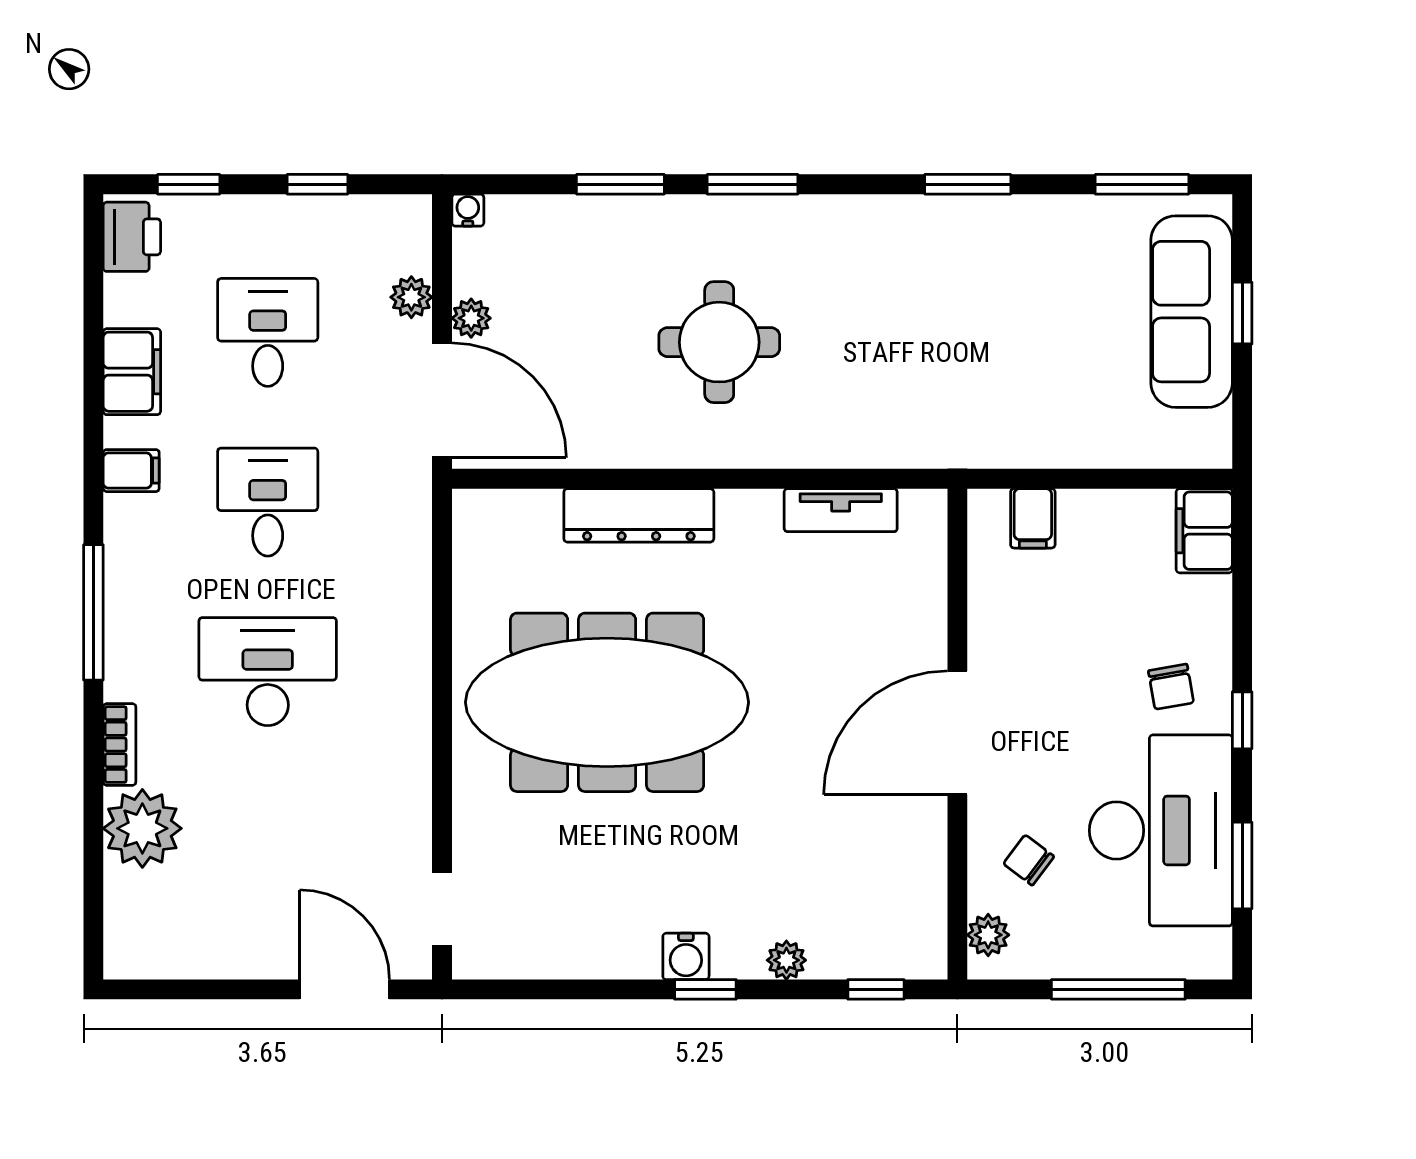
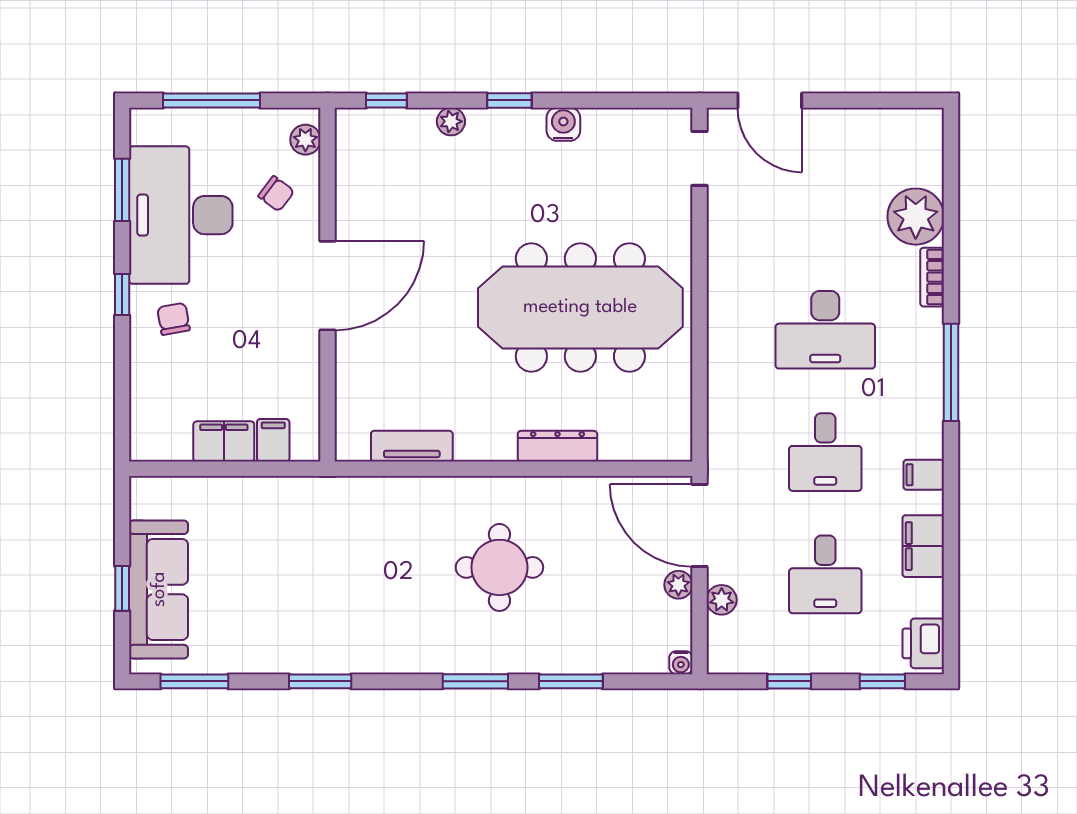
dresser: (639, 515) -> (557, 446), width x0.73, depth x0.80
filing cabinet: (1204, 531) -> (224, 441), moved, turned -90
water cooler: (686, 956) -> (563, 124), moved

